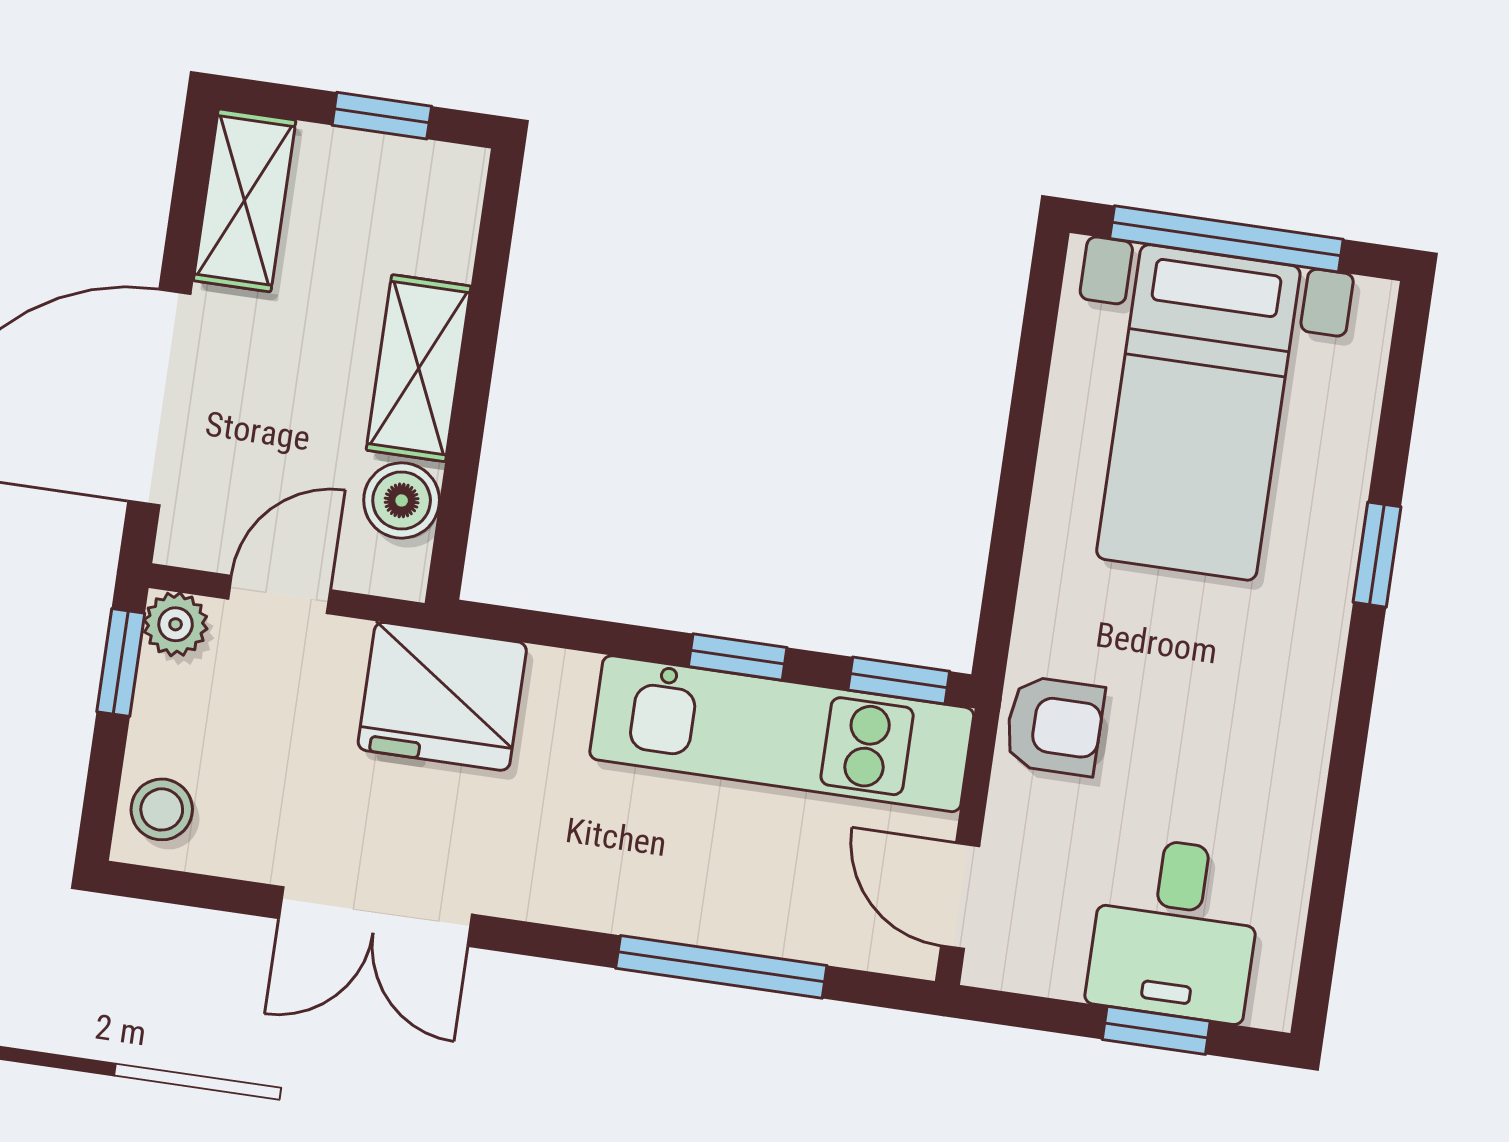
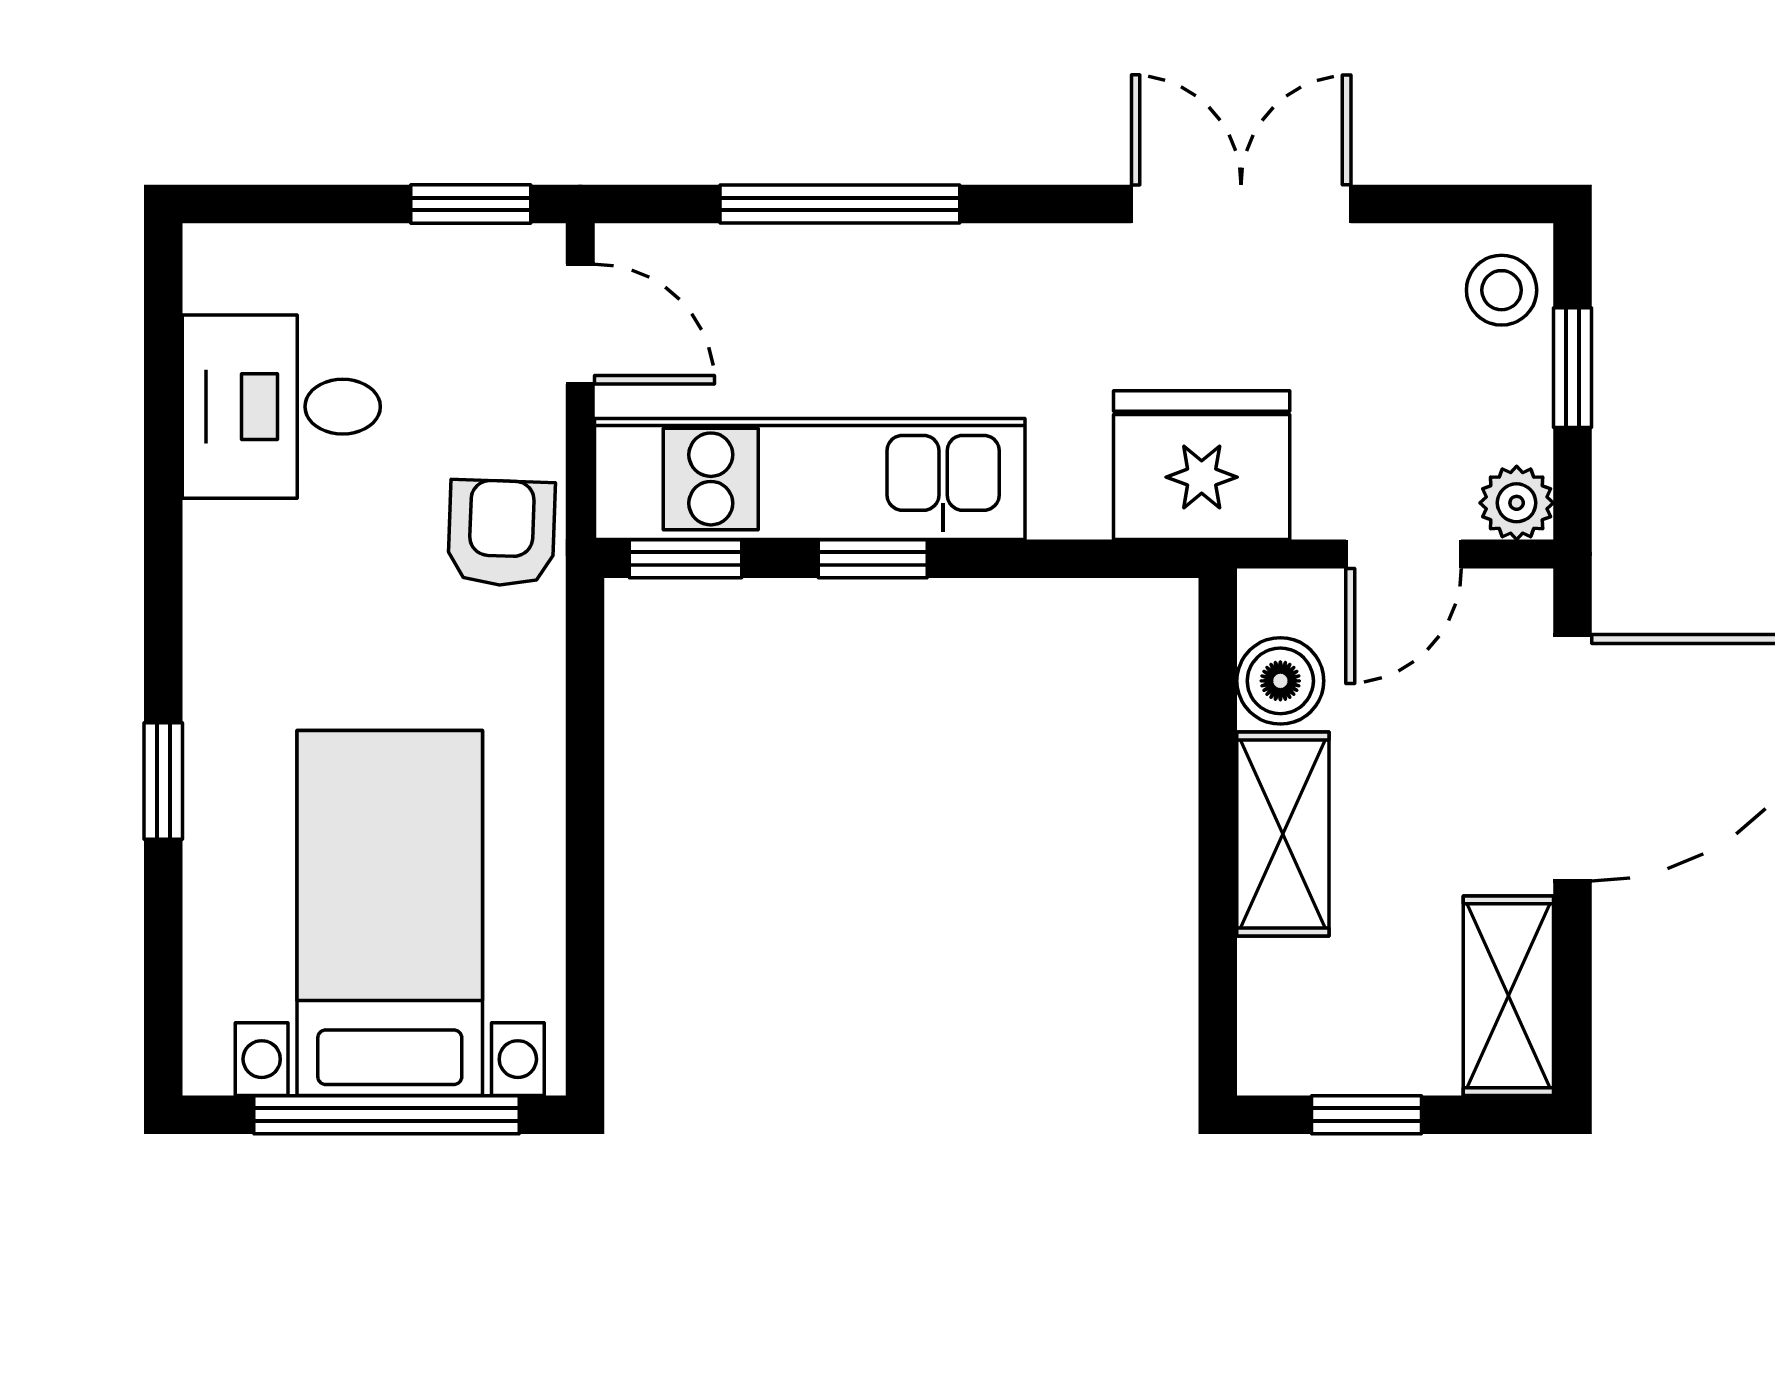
window: (121, 662) -> (1572, 368), moved
armchair: (1054, 726) -> (501, 533), turned 92
desk: (1175, 929) -> (281, 407), moved, turned -90
window: (1156, 1030) -> (471, 204), moved

